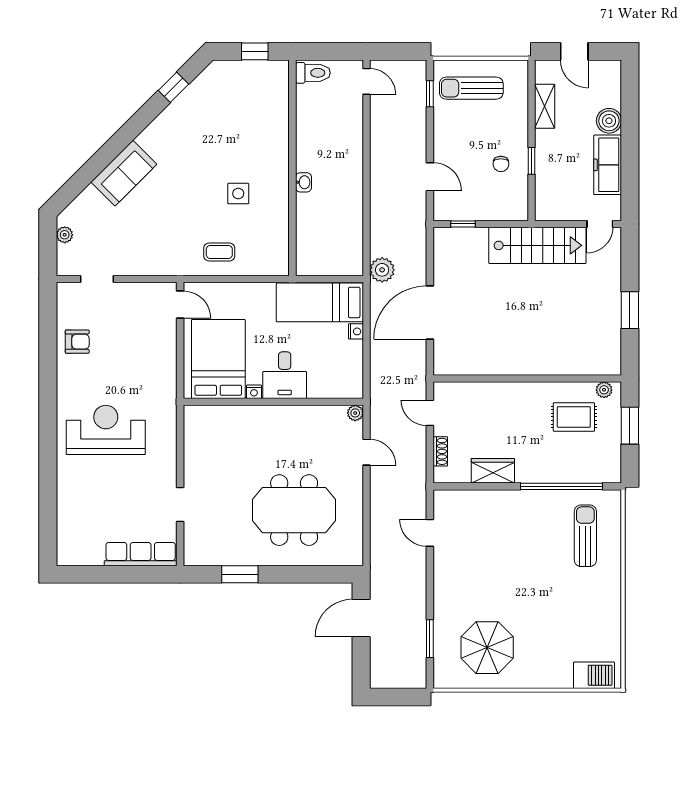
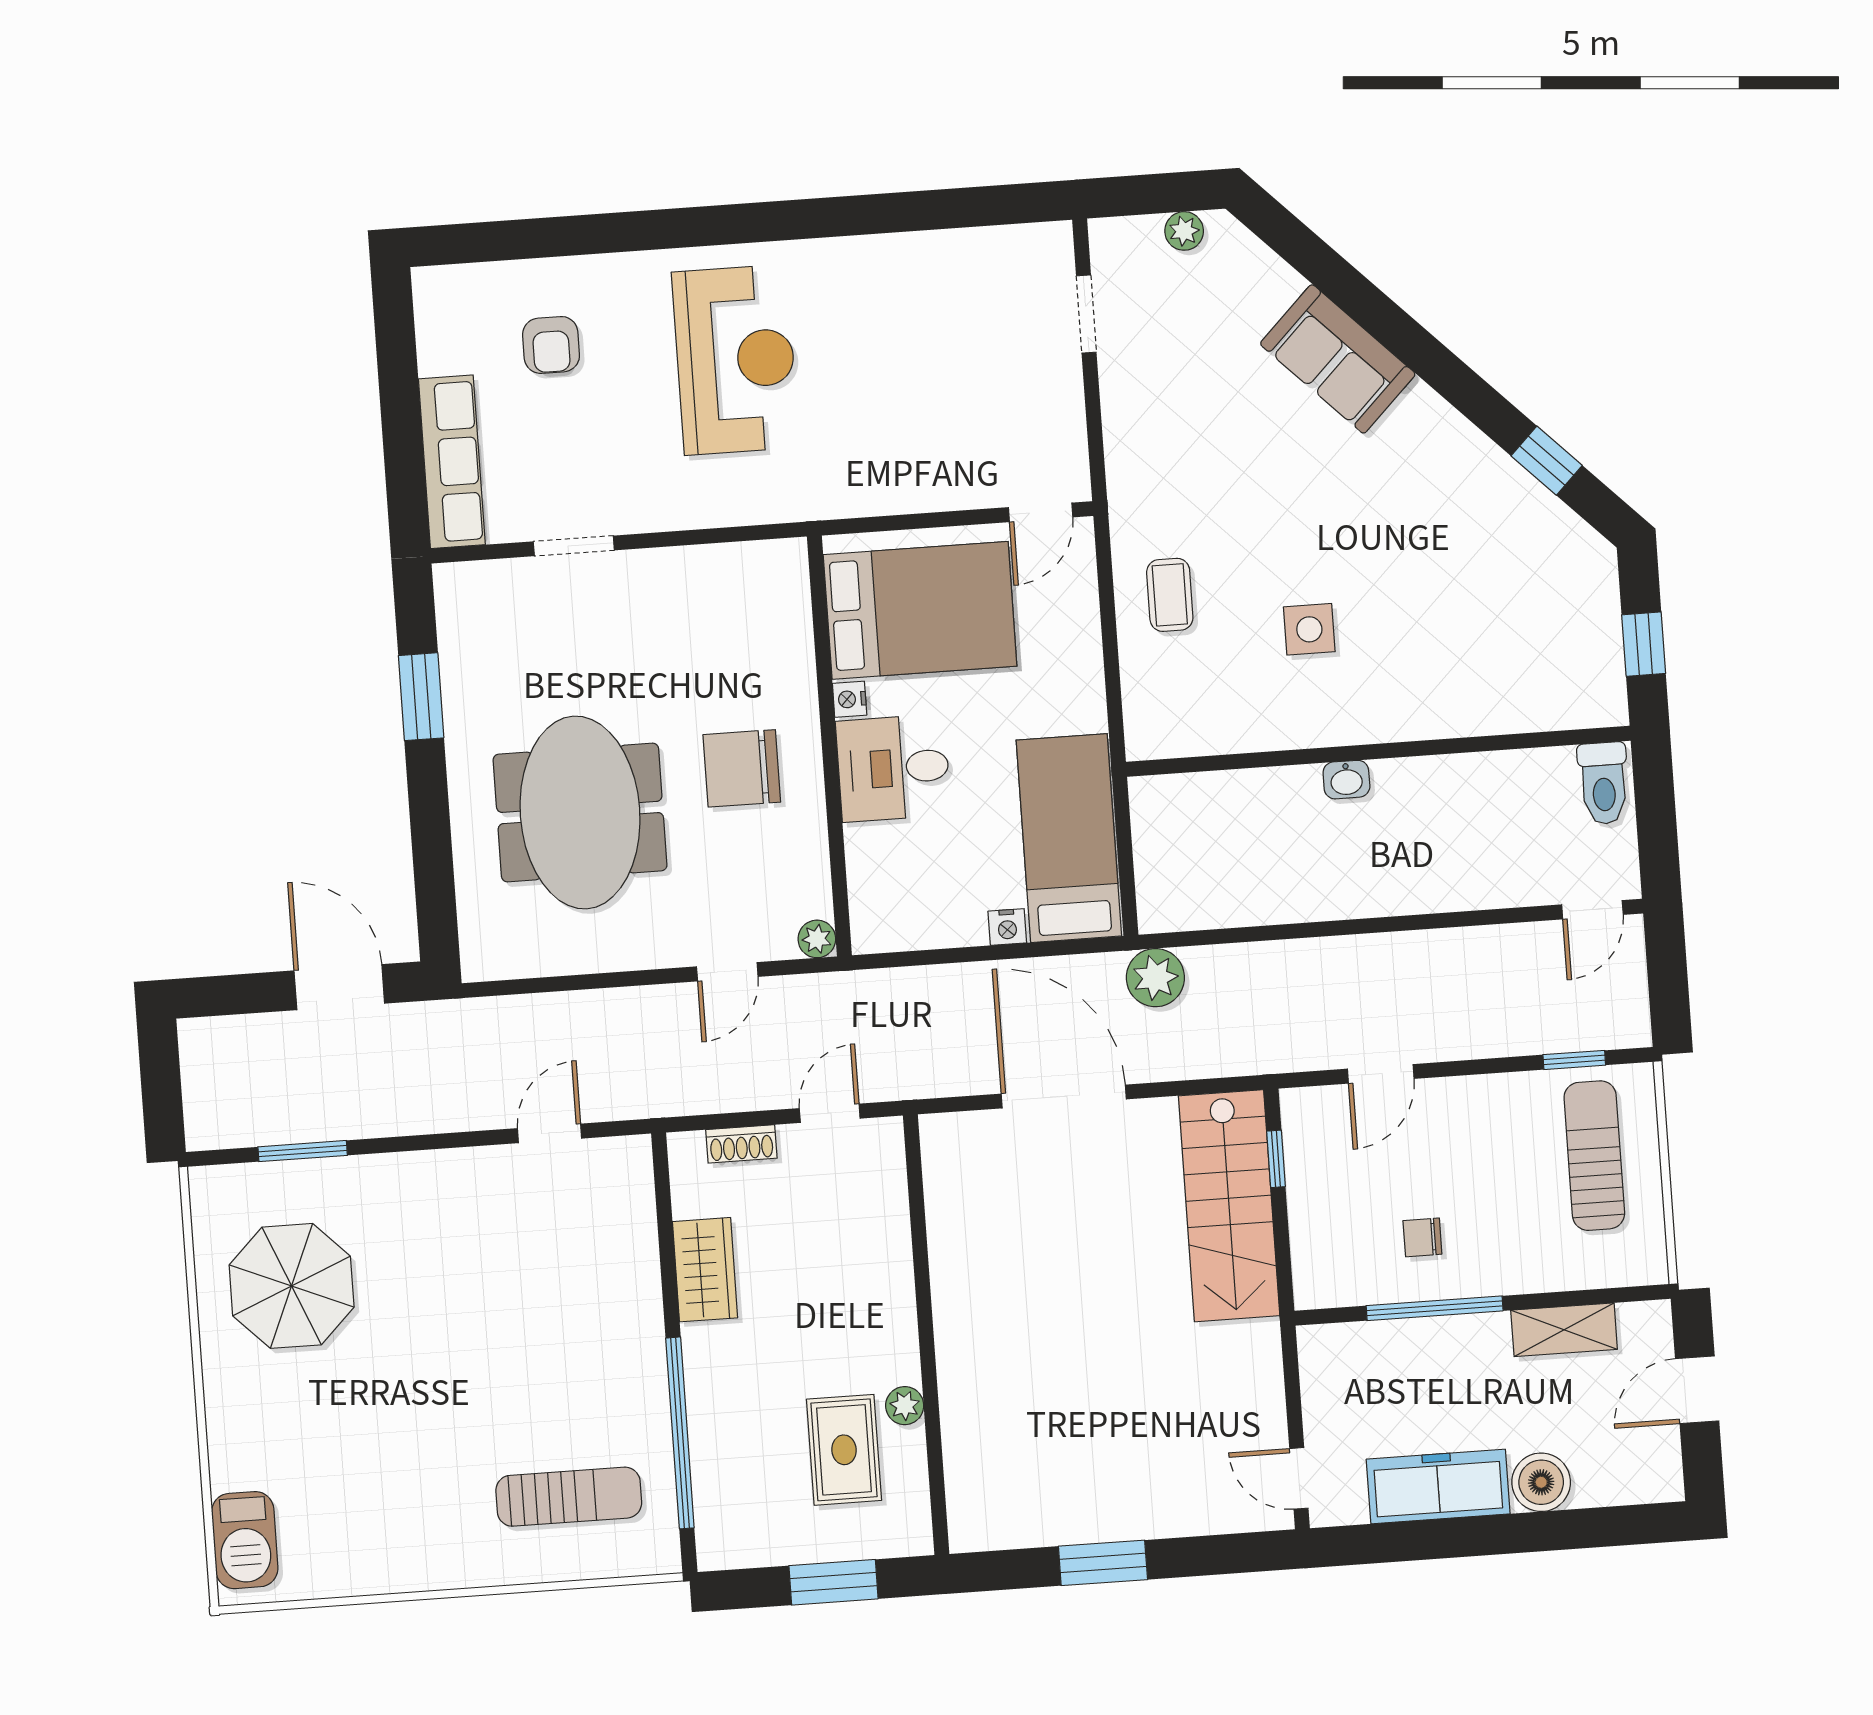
window: (532, 161) -> (1435, 1308), width x2.17
stairs: (537, 245) -> (1229, 1206), moved
armchair: (77, 342) -> (551, 345), moved
plant: (604, 390) -> (905, 1406), moved
chair: (280, 440) -> (742, 768), added

